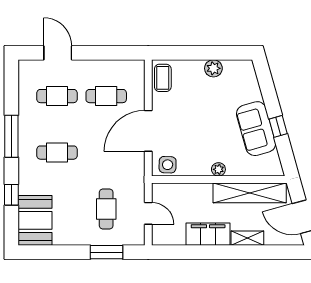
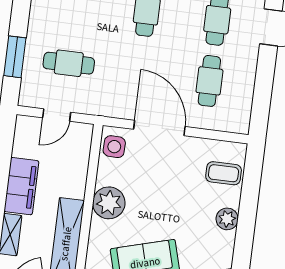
coffee table: (163, 78) -> (224, 173), moved
plant: (218, 169) -> (109, 203), width x1.88, depth x1.88

